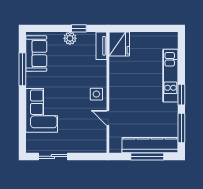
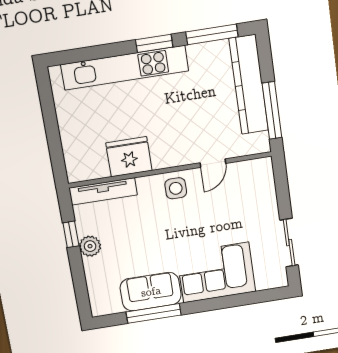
fridge: (119, 44) -> (129, 157), moved
tv unit: (101, 46) -> (103, 191), width x1.41
sofa: (36, 54) -> (151, 292), moved
kitchen unit: (170, 76) -> (125, 68), width x1.36
window: (147, 156) -> (272, 110), moved

